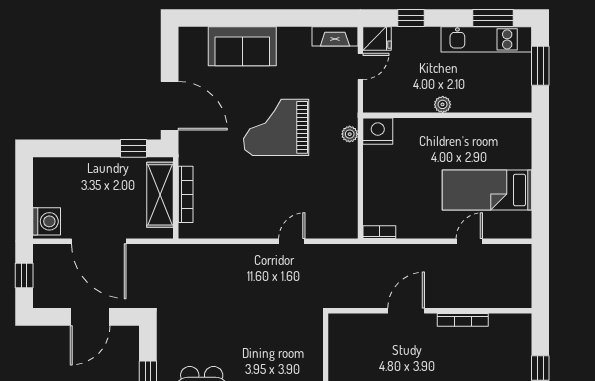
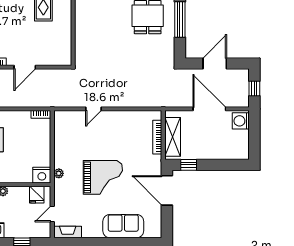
fridge: (377, 39) -> (37, 195), moved, turned -90

